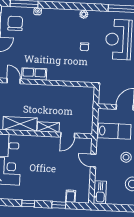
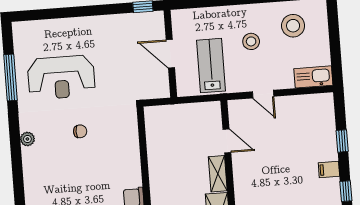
door: (93, 161) -> (263, 94), hinge flipped
filing cabinet: (71, 196) -> (329, 170), moved

